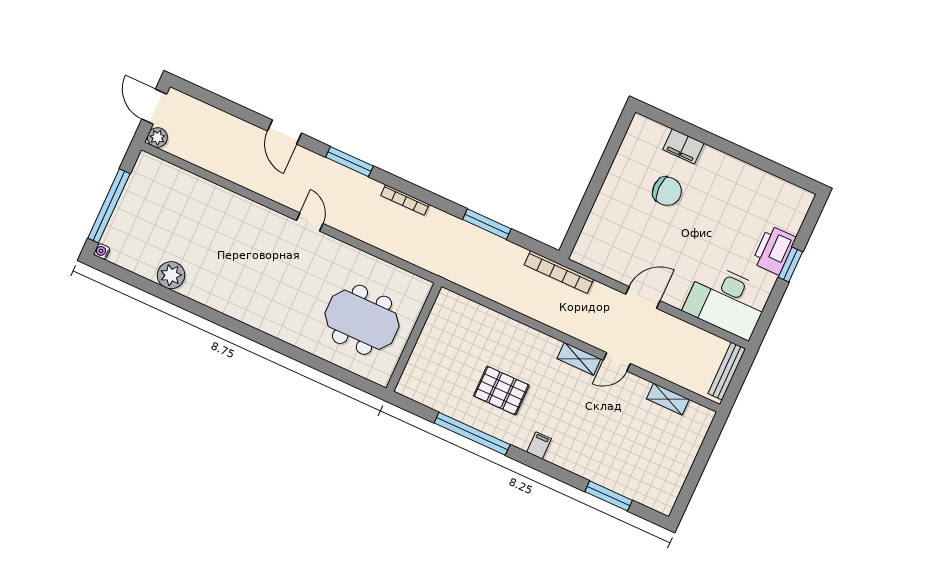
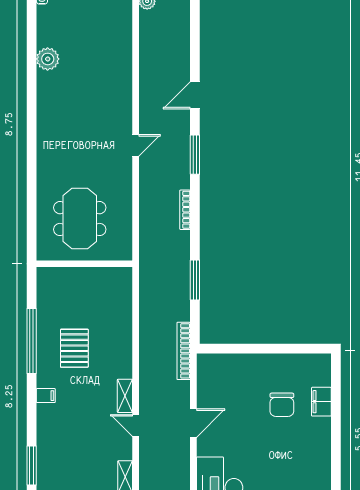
door: (643, 297) -> (193, 423), hinge flipped

